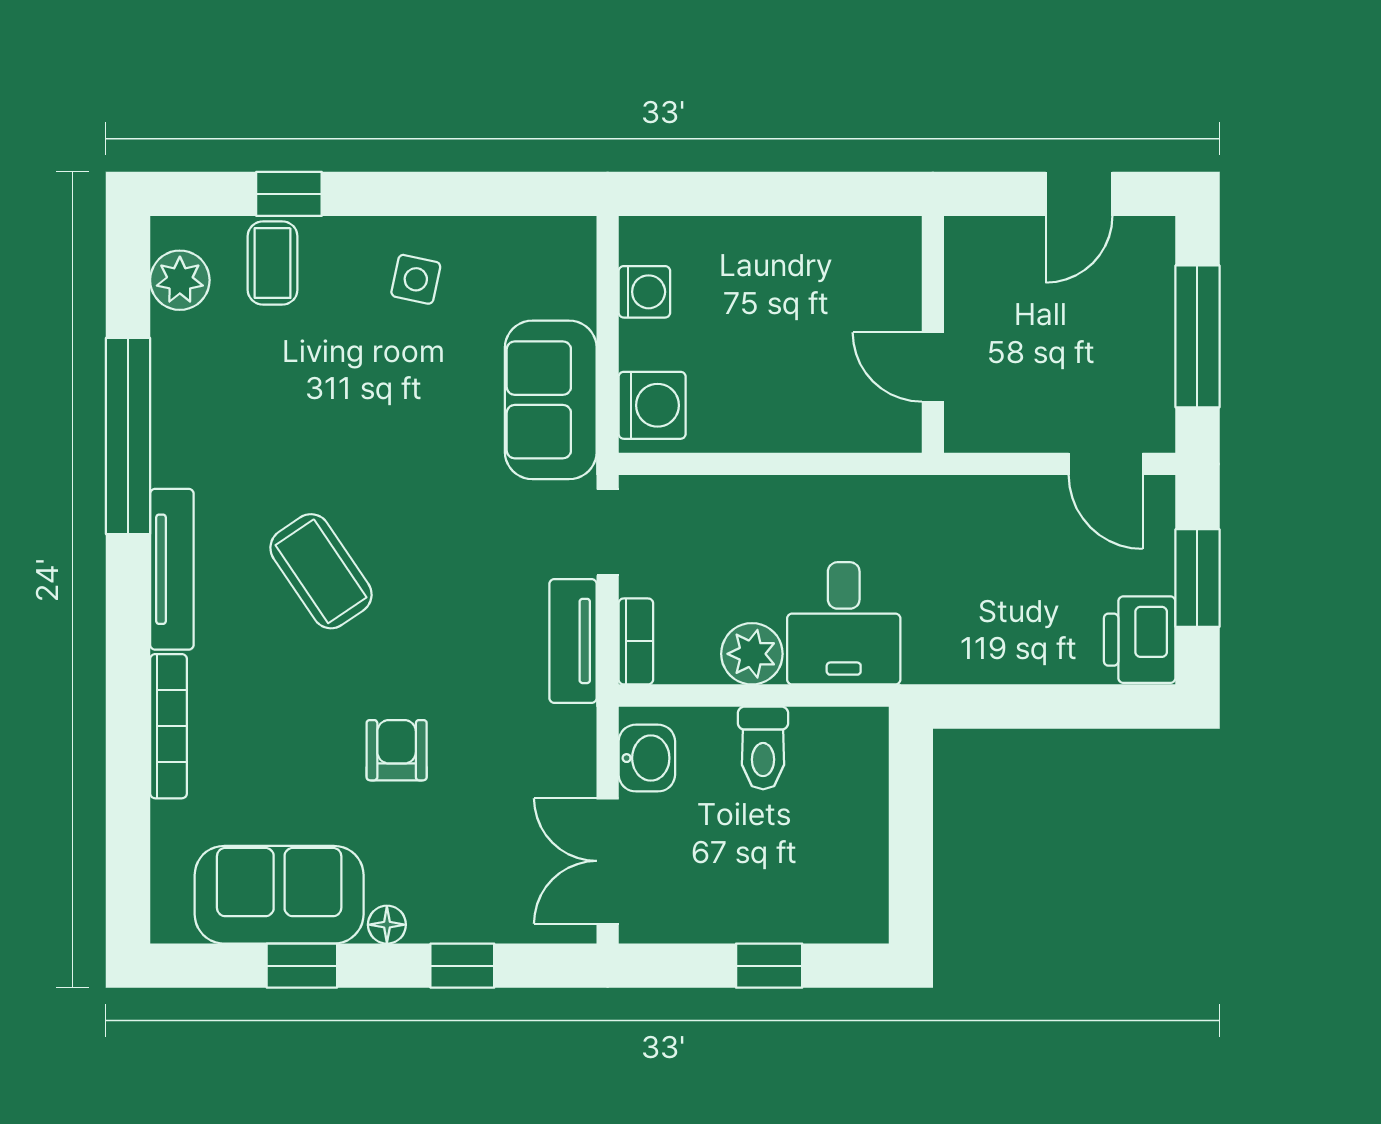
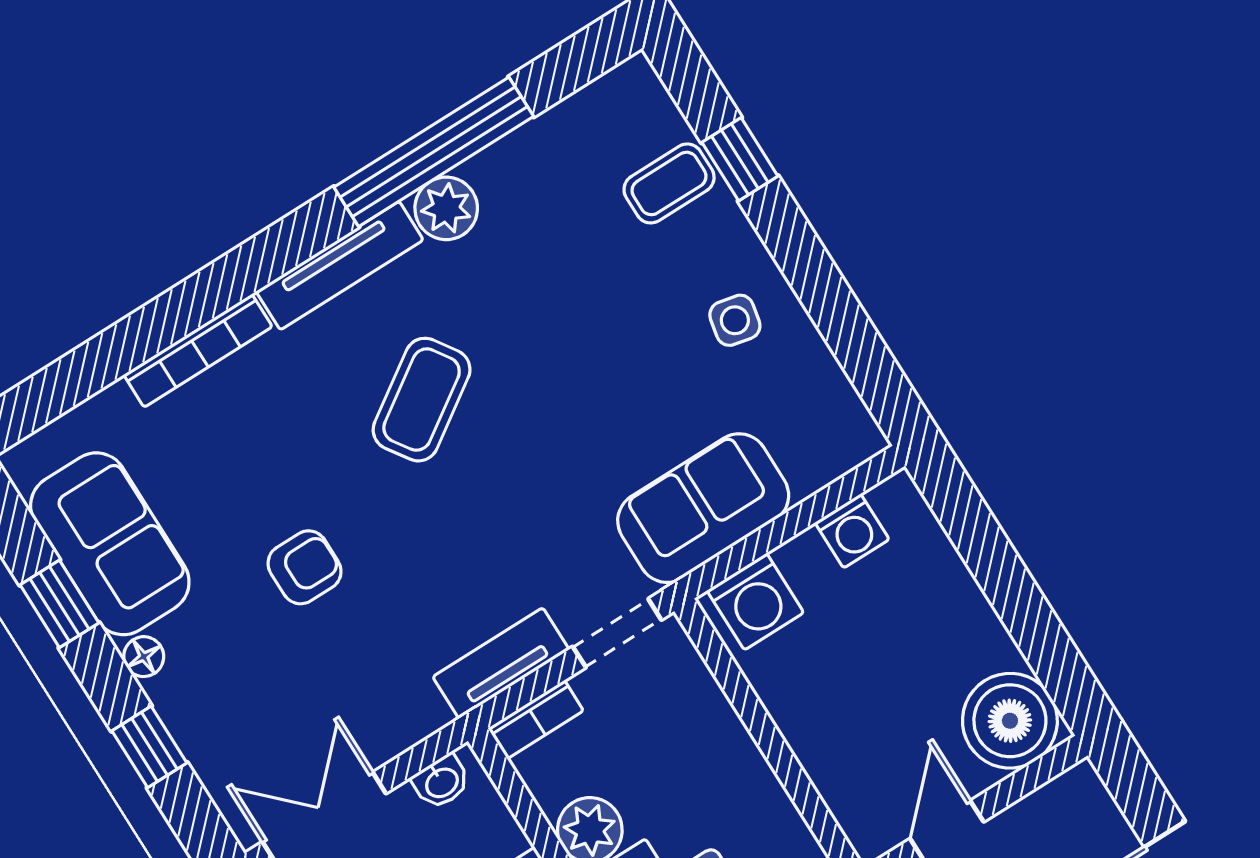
boiler: (877, 261) -> (1010, 721), added
plant: (180, 280) -> (446, 208), moved
washbasin: (647, 758) -> (441, 782), width x0.72, depth x0.69

